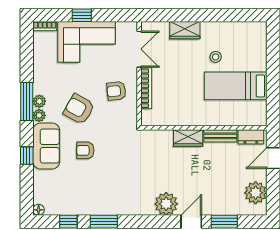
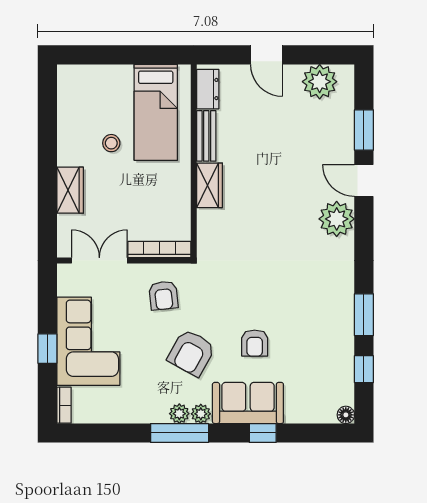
wall: (204, 128) -> (194, 161), moved
bench: (220, 136) -> (206, 136), moved
dresser: (251, 137) -> (208, 89), moved
wardrobe: (188, 138) -> (210, 185), moved

